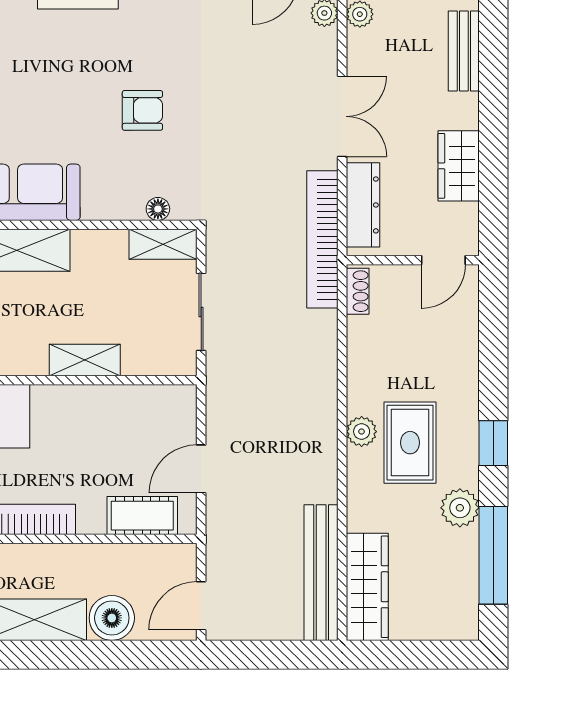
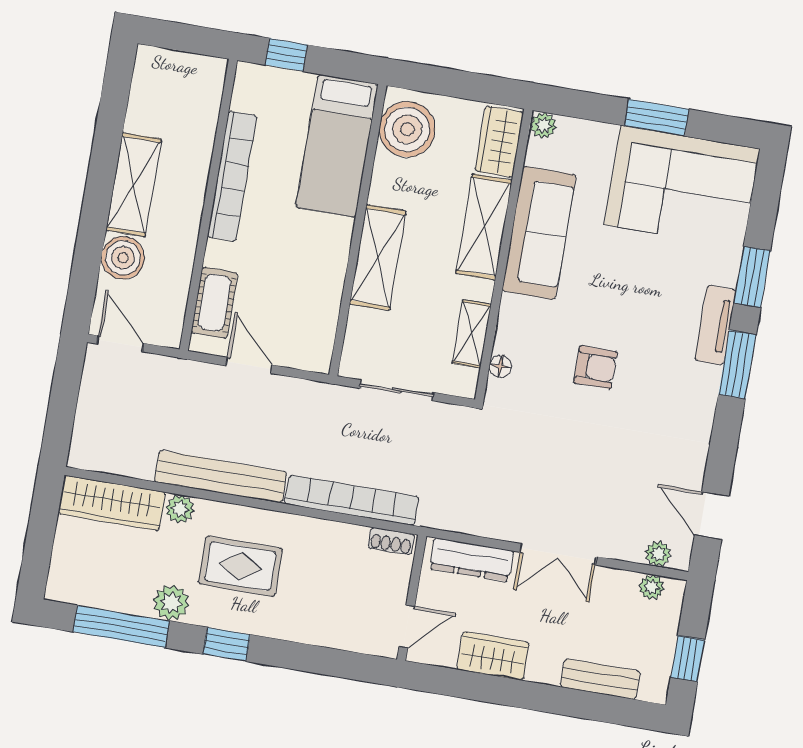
armchair: (142, 110) -> (595, 367), turned -90
bookcase: (322, 239) -> (352, 500), moved
shelving: (163, 244) -> (472, 334), moved
door: (443, 260) -> (407, 627), swing flipped
shelving: (85, 360) -> (378, 258), width x1.50, depth x1.33
plant: (362, 432) -> (180, 509), moved
bench: (321, 573) -> (221, 477), moved

